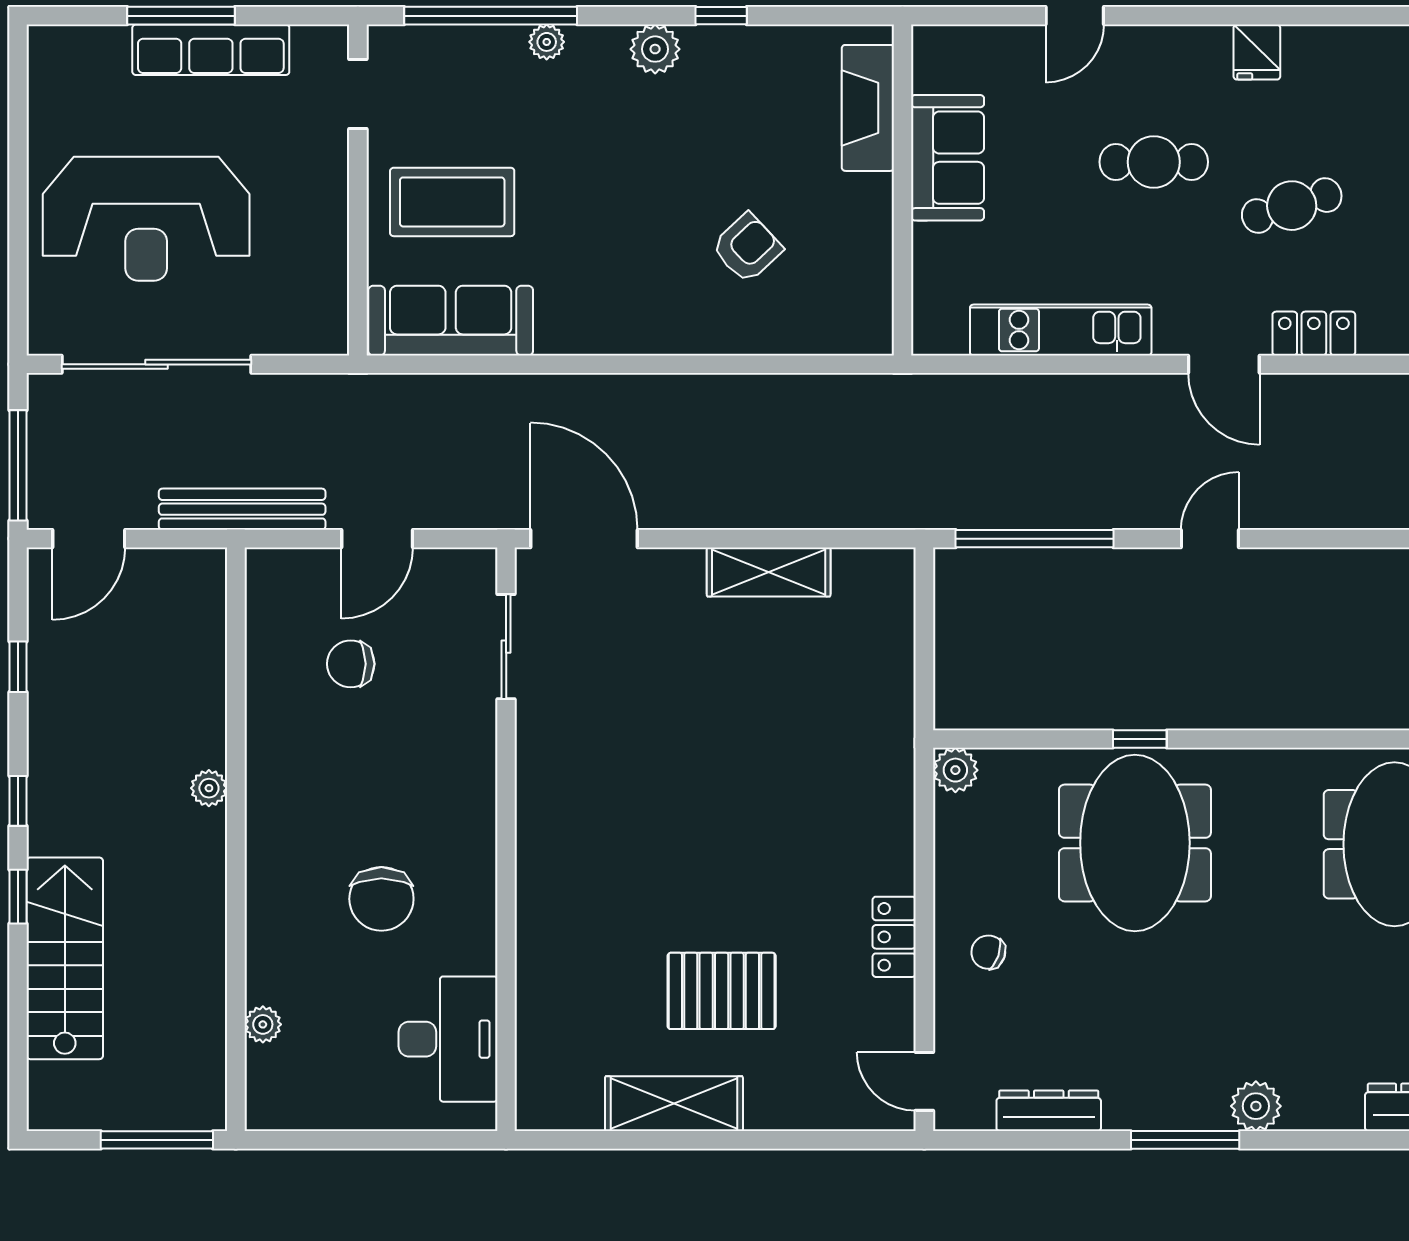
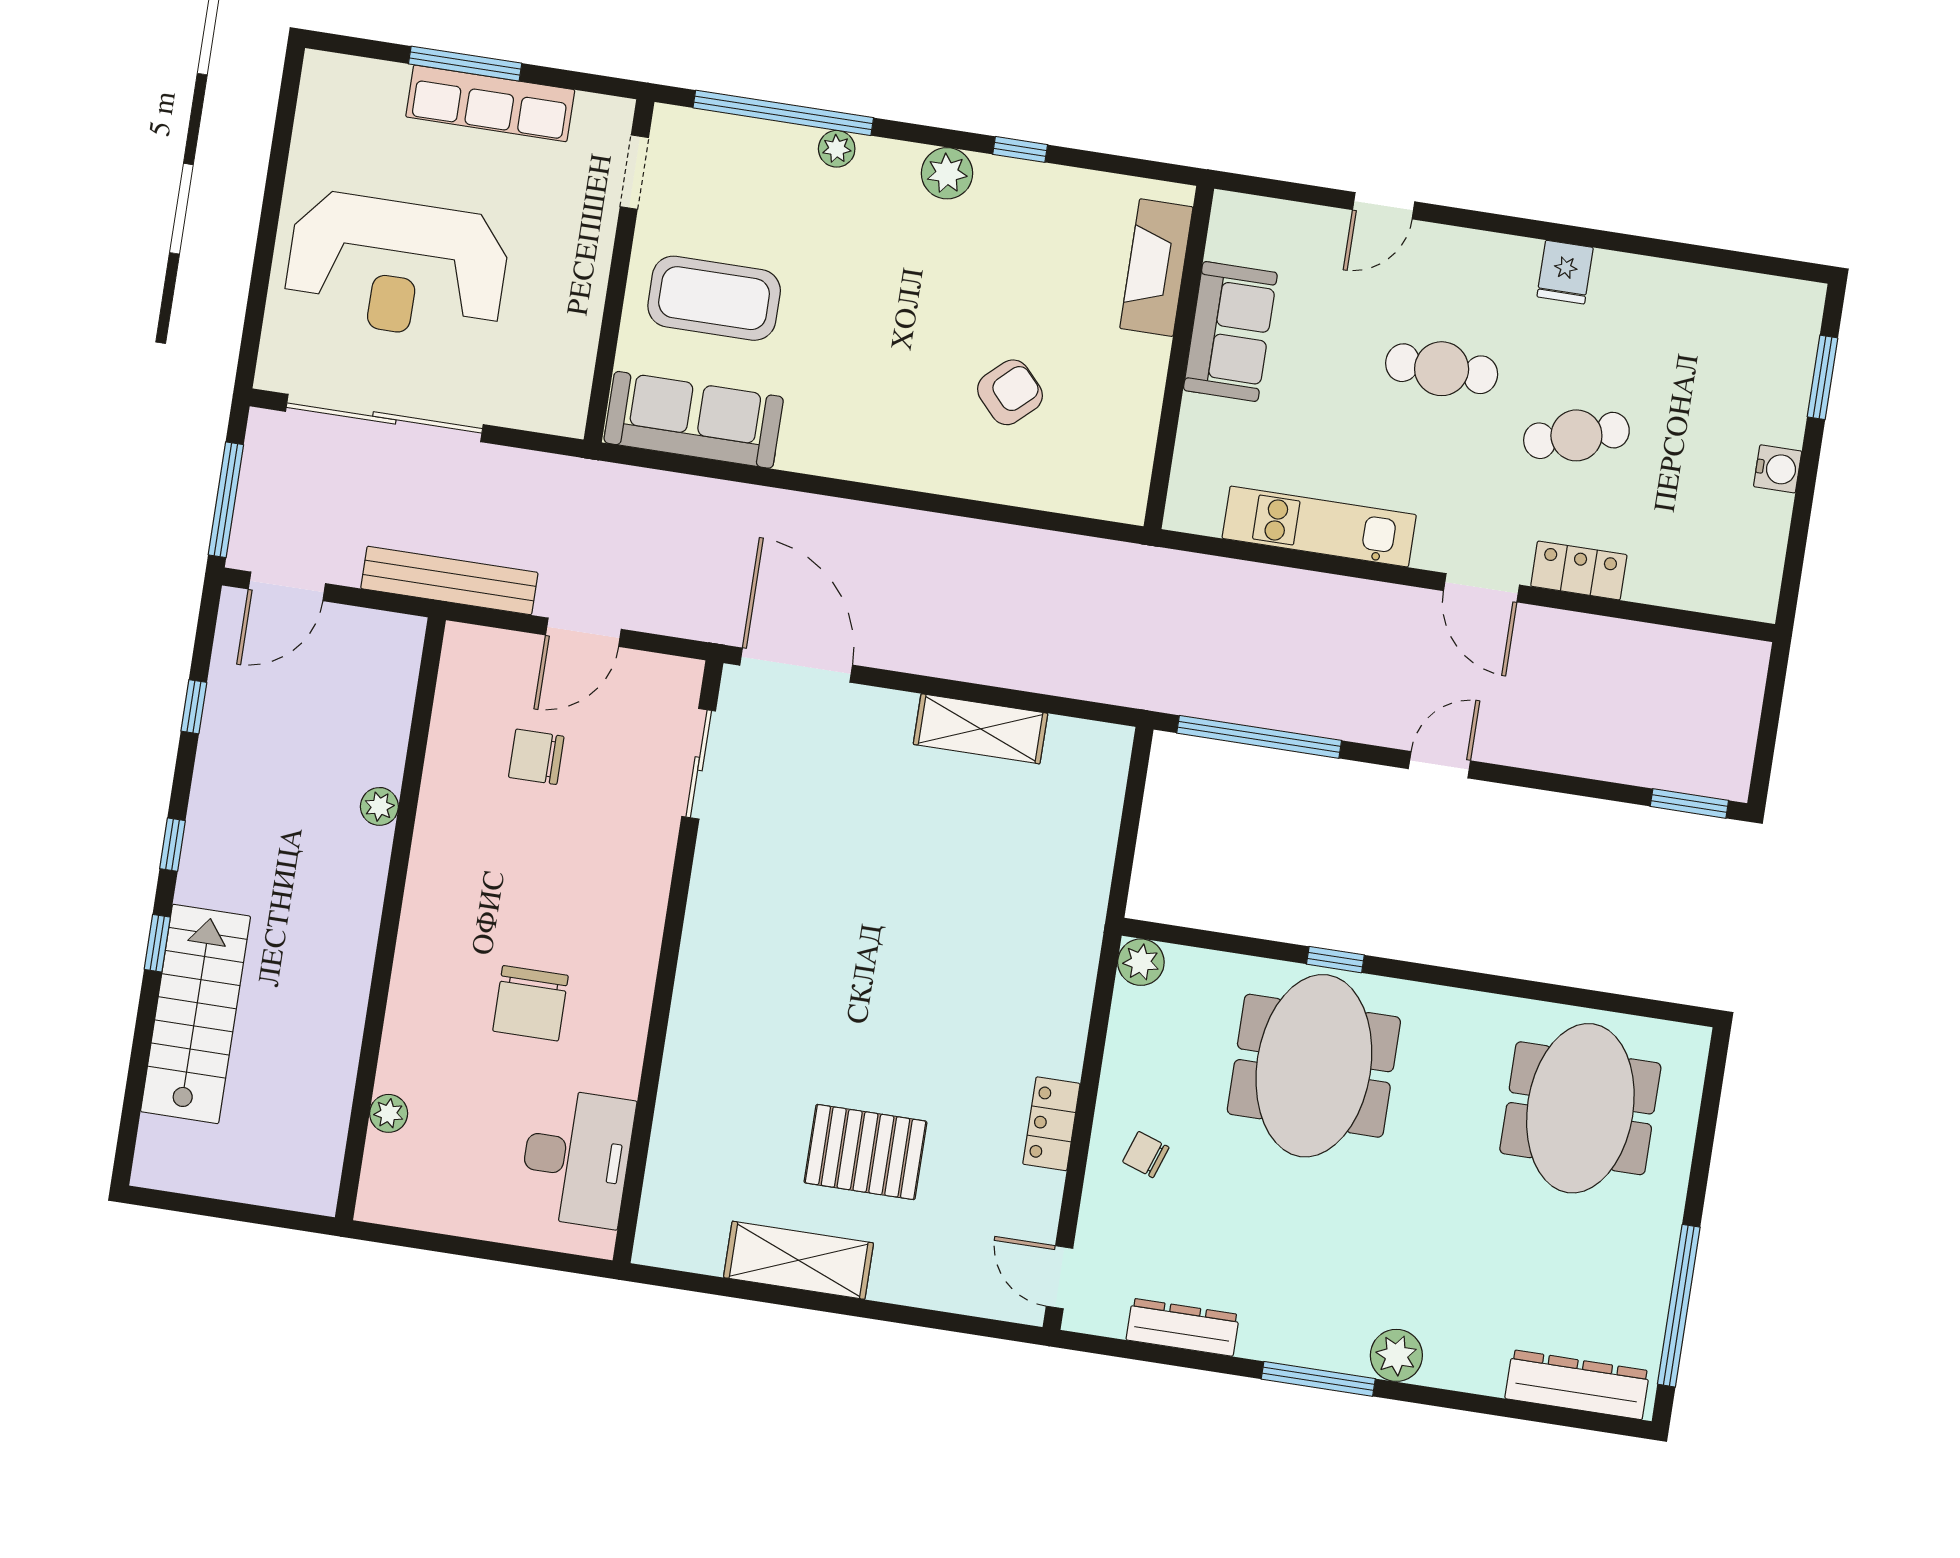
plant: (209, 788) -> (379, 806), moved
window: (157, 1140) -> (261, 1215), removed

